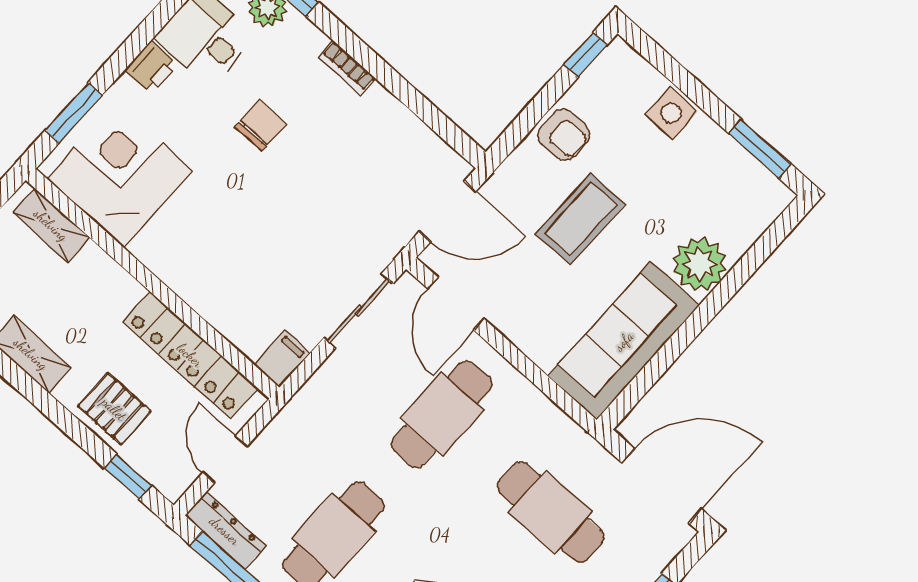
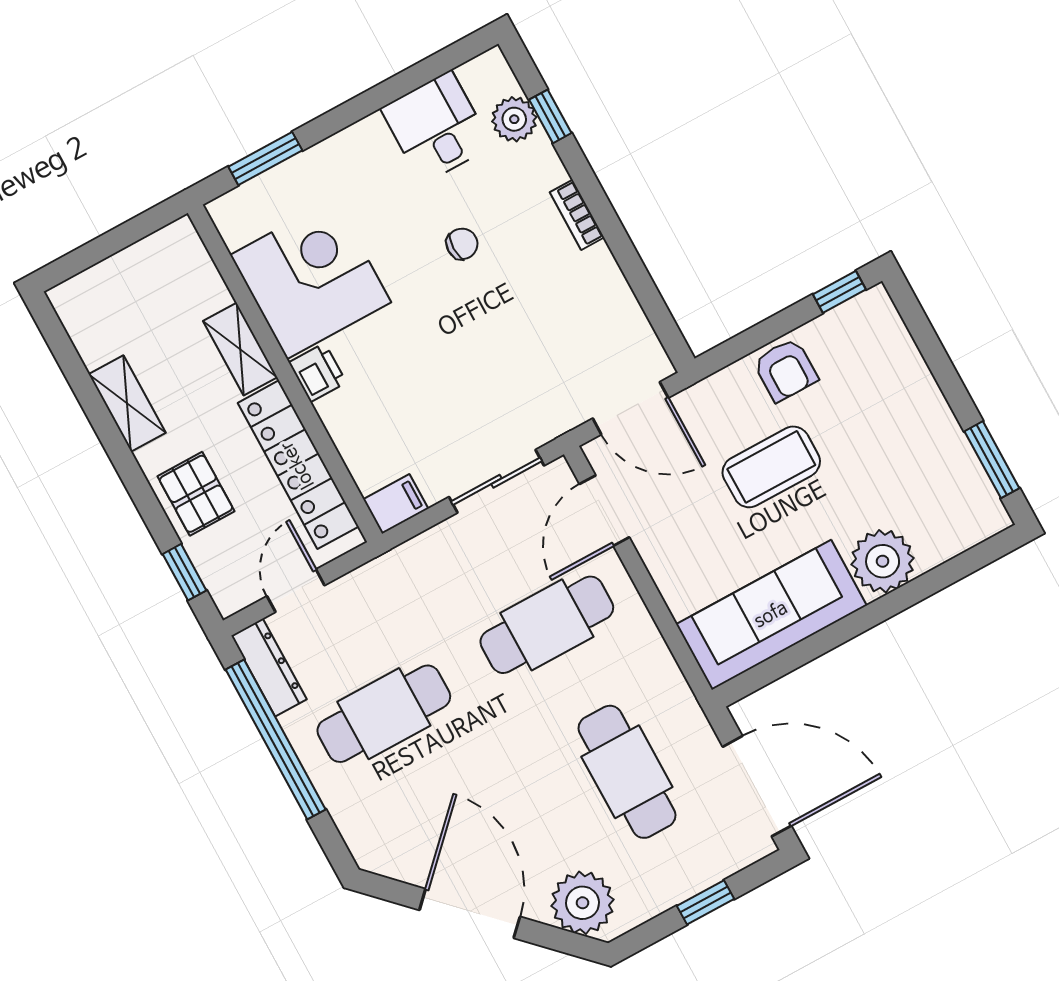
printer: (151, 67) -> (318, 372), moved, turned -90
side table: (671, 113) -> (910, 387), removed
chair: (261, 125) -> (462, 244), width x0.73, depth x0.73
corner desk: (120, 175) -> (311, 279), moved
shelving: (51, 225) -> (240, 349), moved

